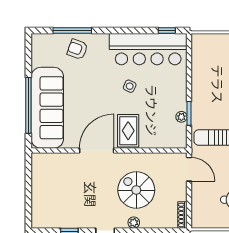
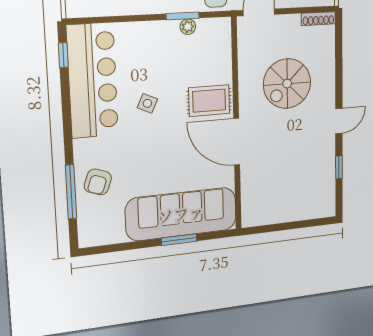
window: (28, 105) -> (179, 240), width x0.47
plant: (134, 223) -> (328, 84), removed

